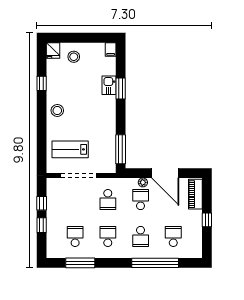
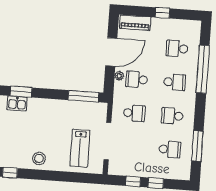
school desk: (75, 236) -> (170, 149), turned 180

